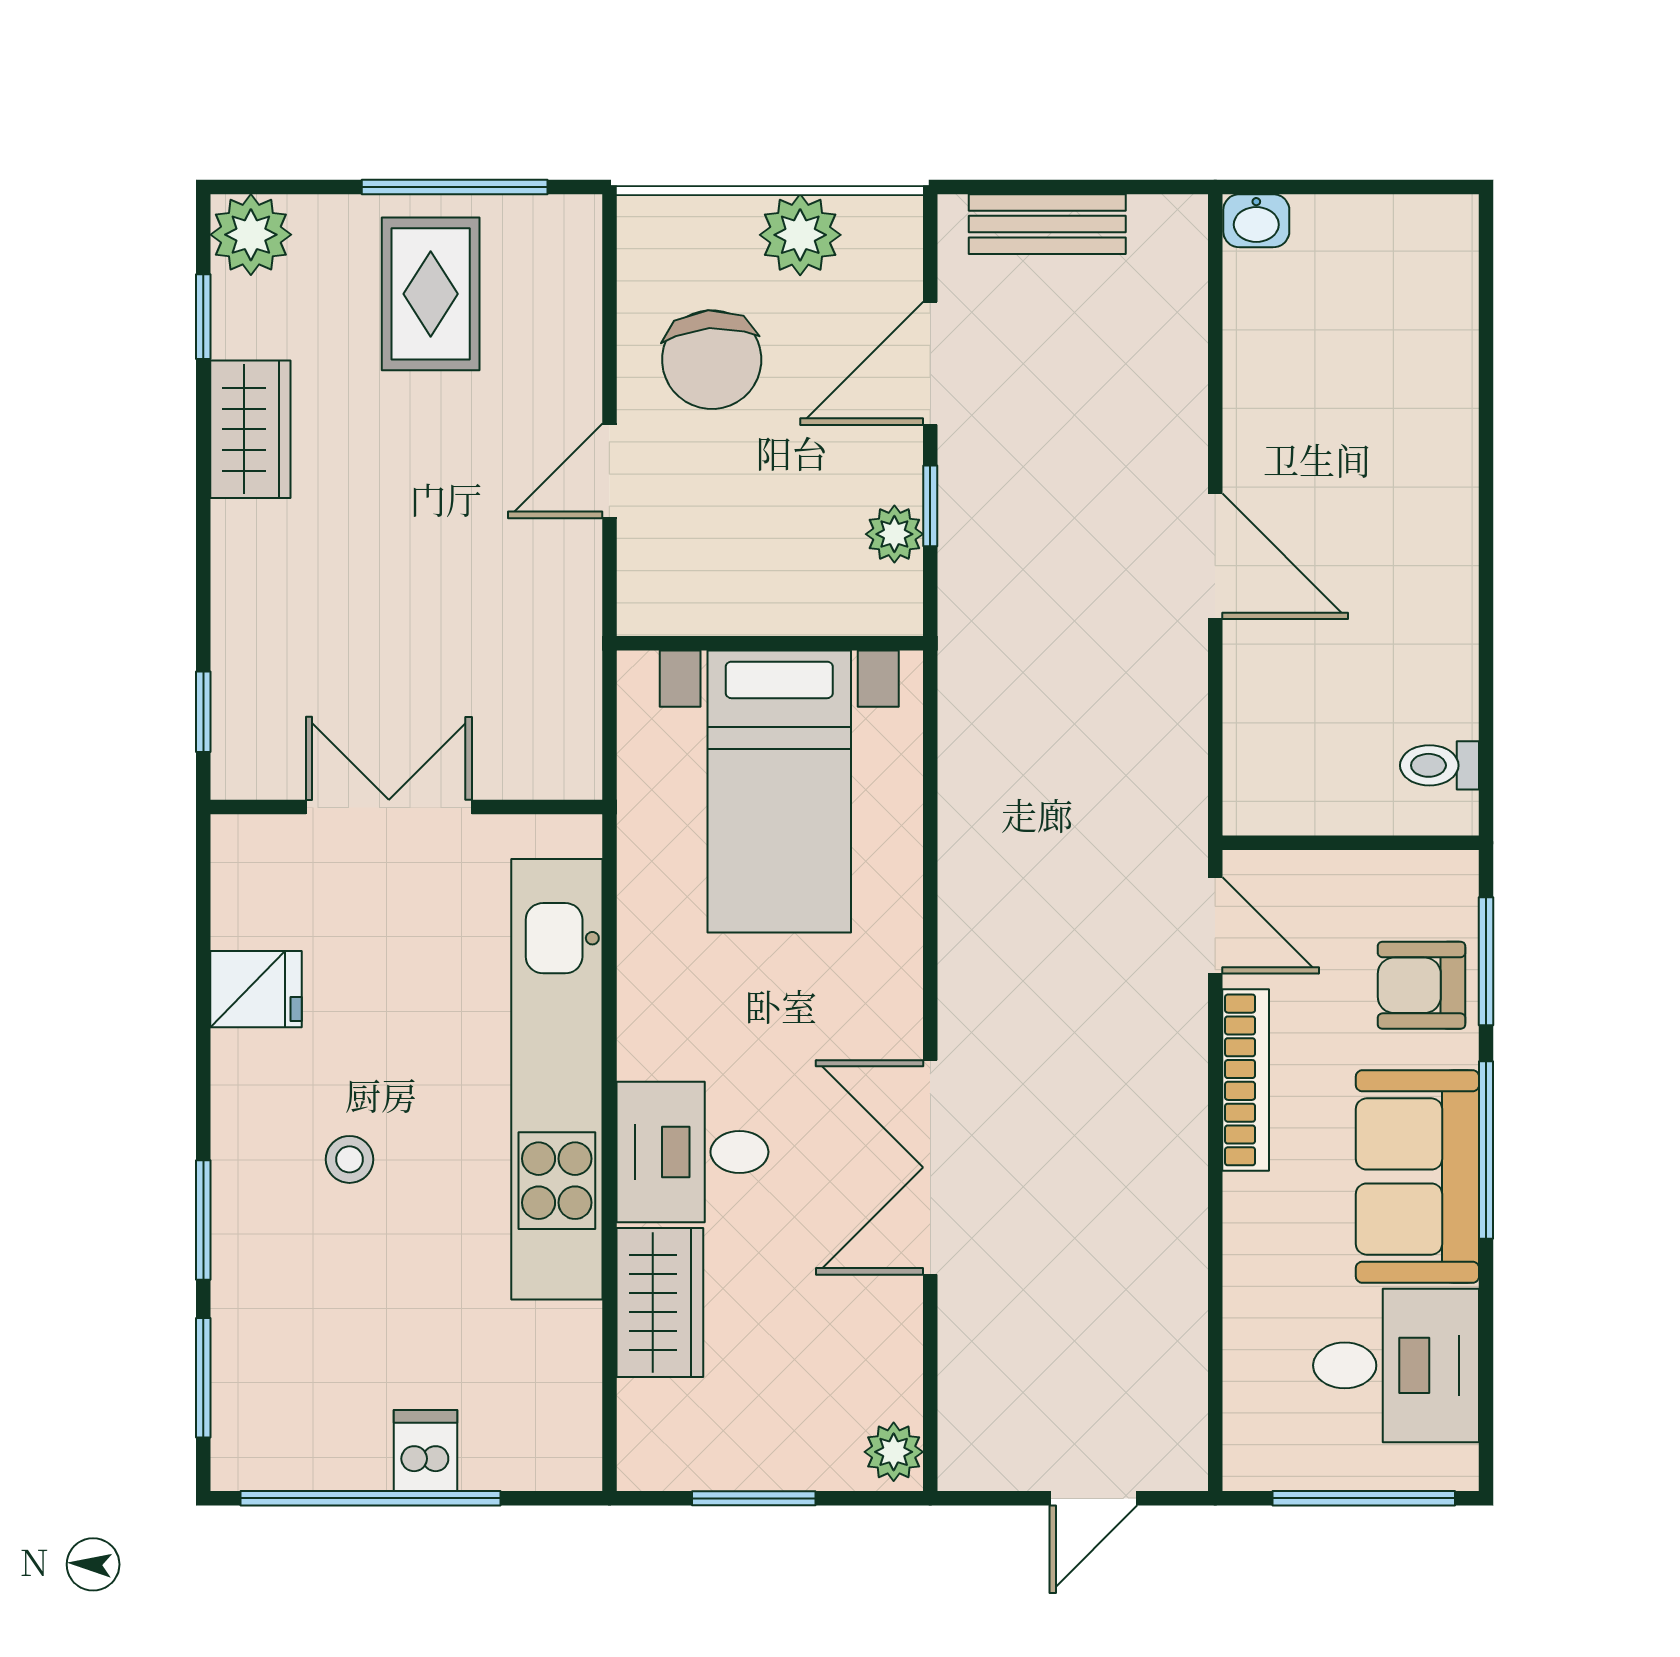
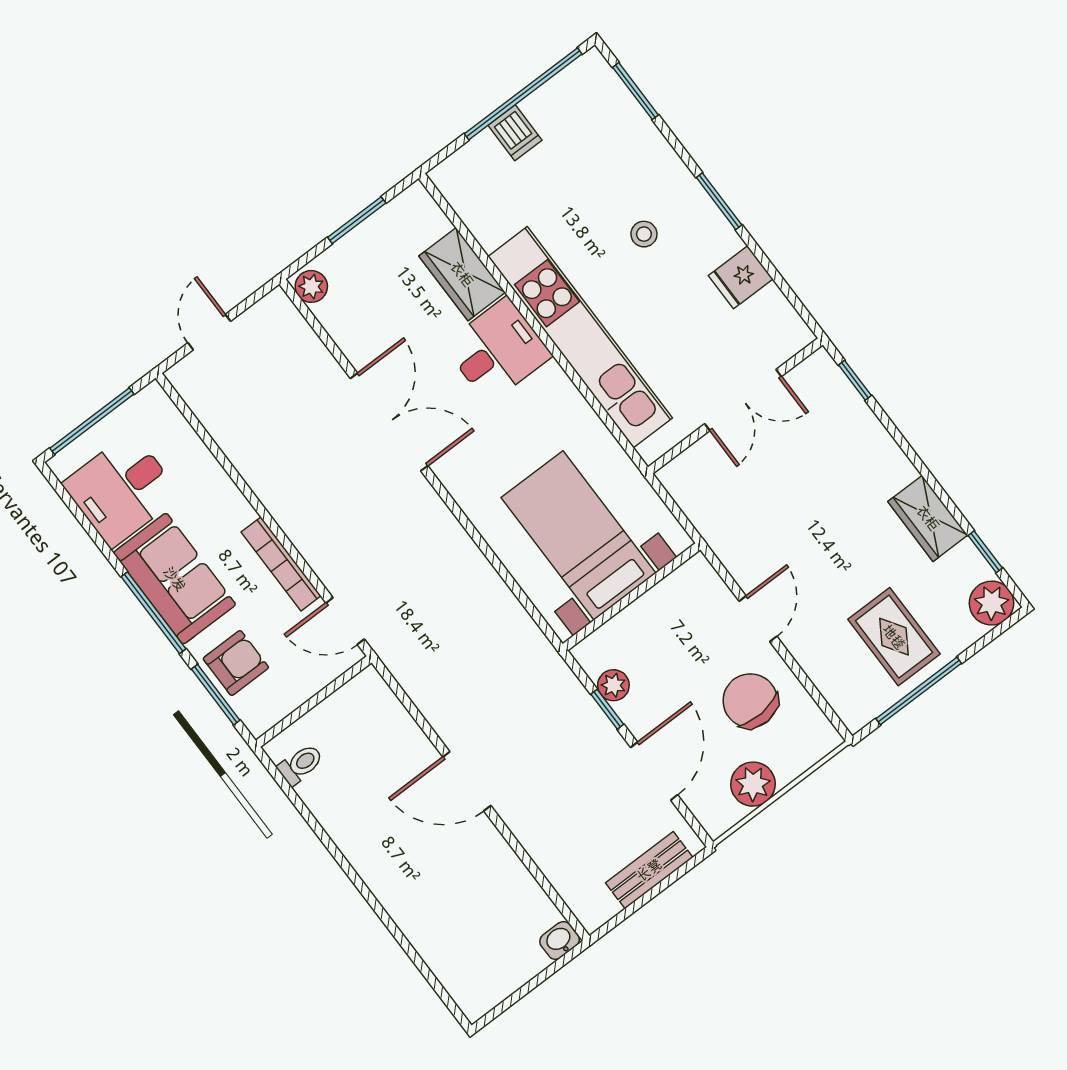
window: (203, 1220) -> (719, 201), moved

